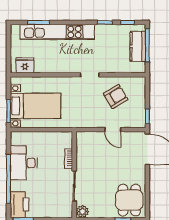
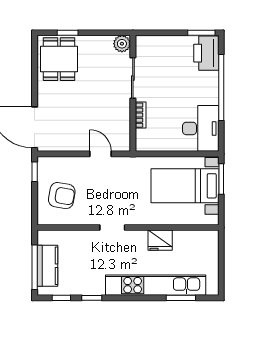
fridge: (25, 65) -> (160, 240), moved
armchair: (116, 97) -> (62, 196), moved, turned -139
door: (113, 130) -> (101, 154), moved
desk: (24, 163) -> (201, 128), moved

